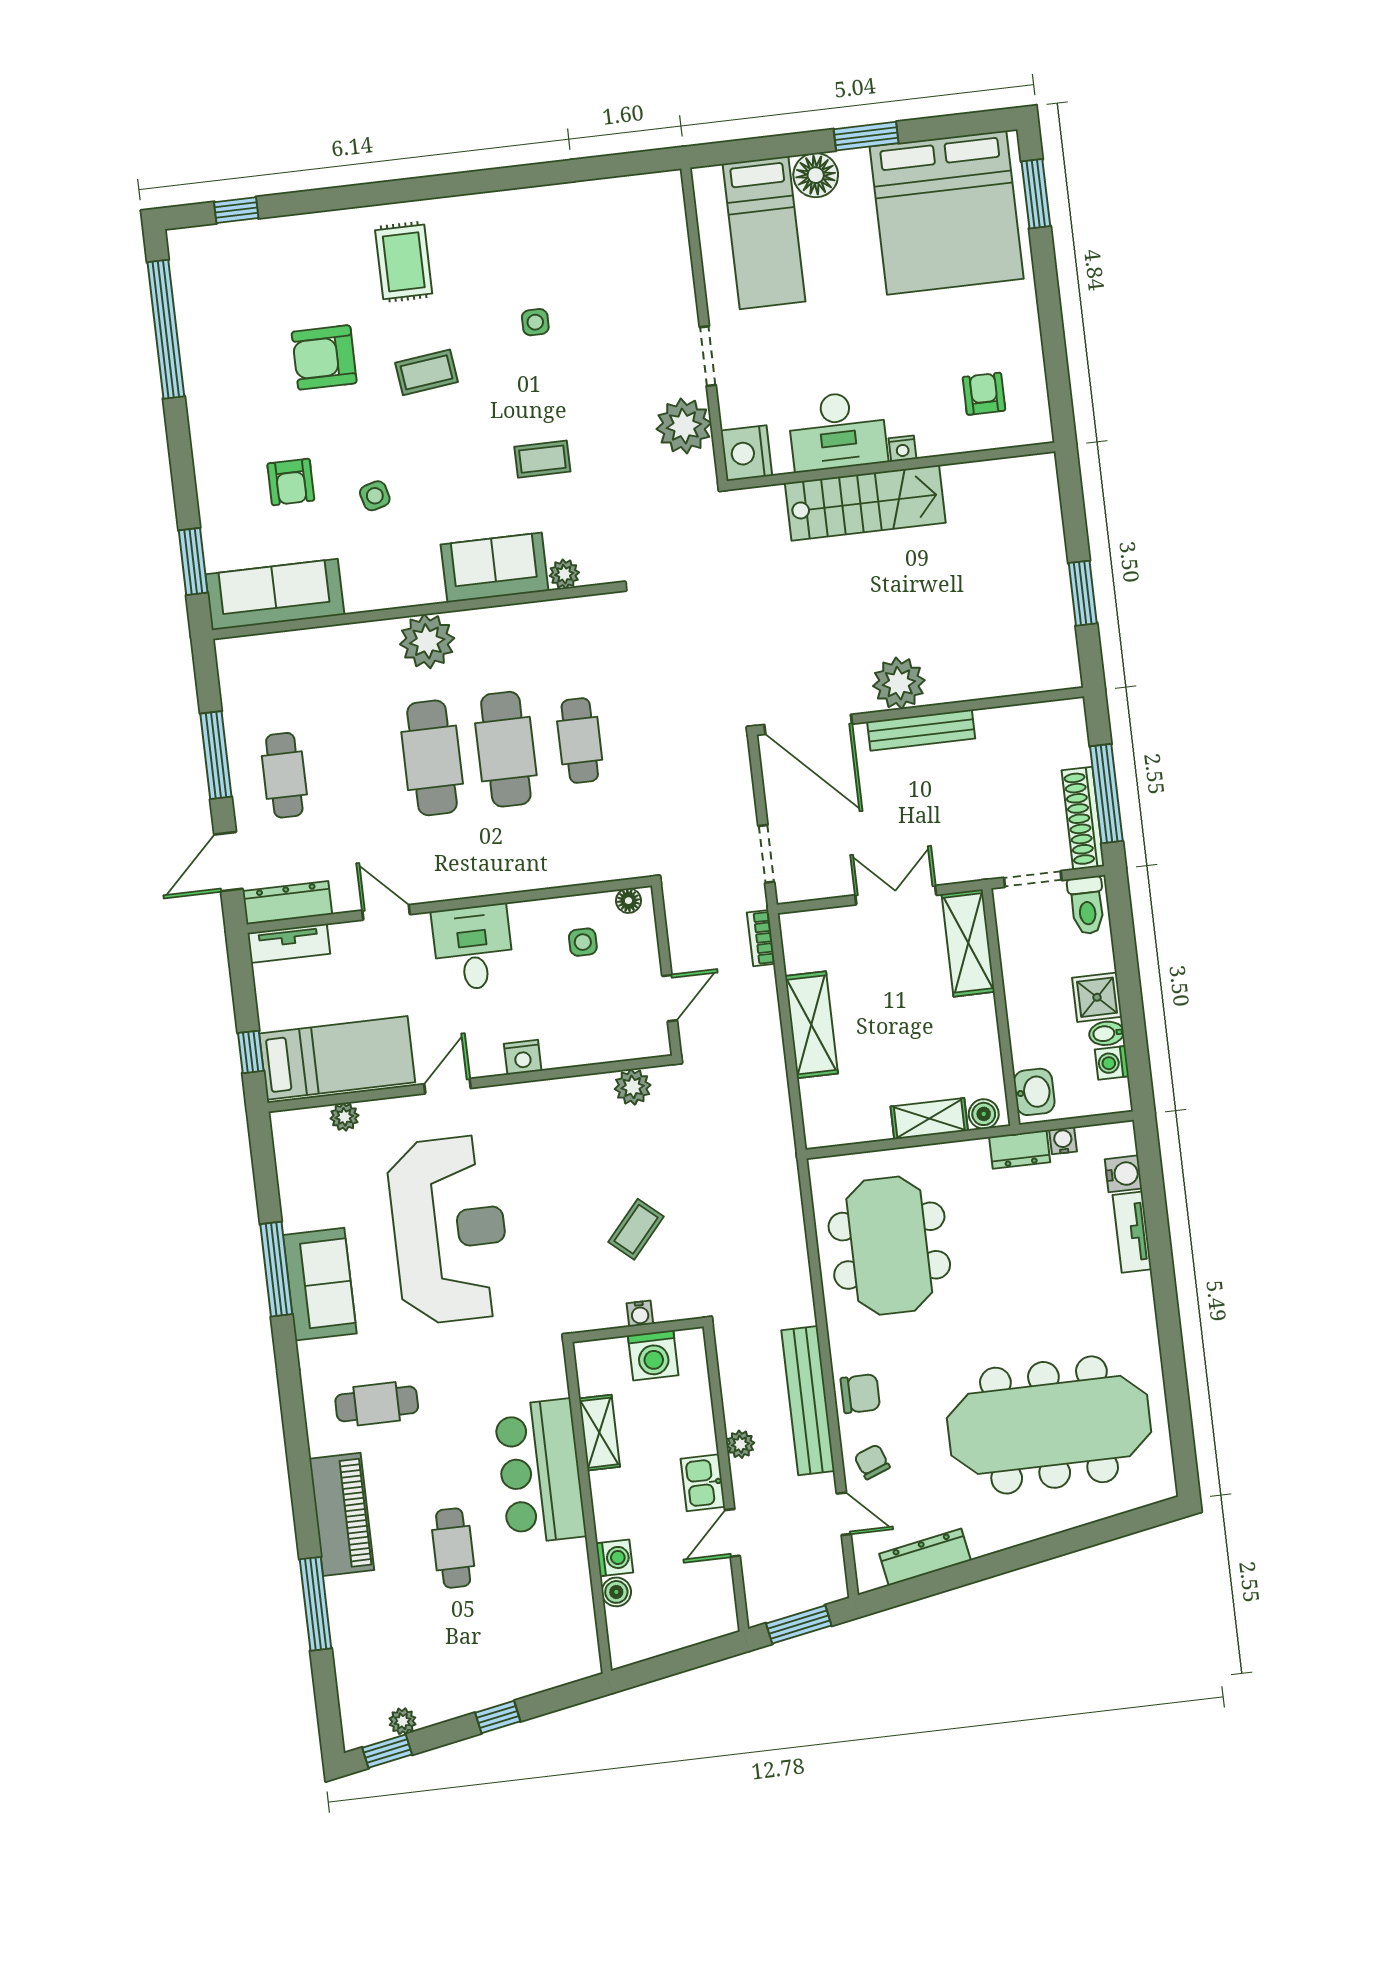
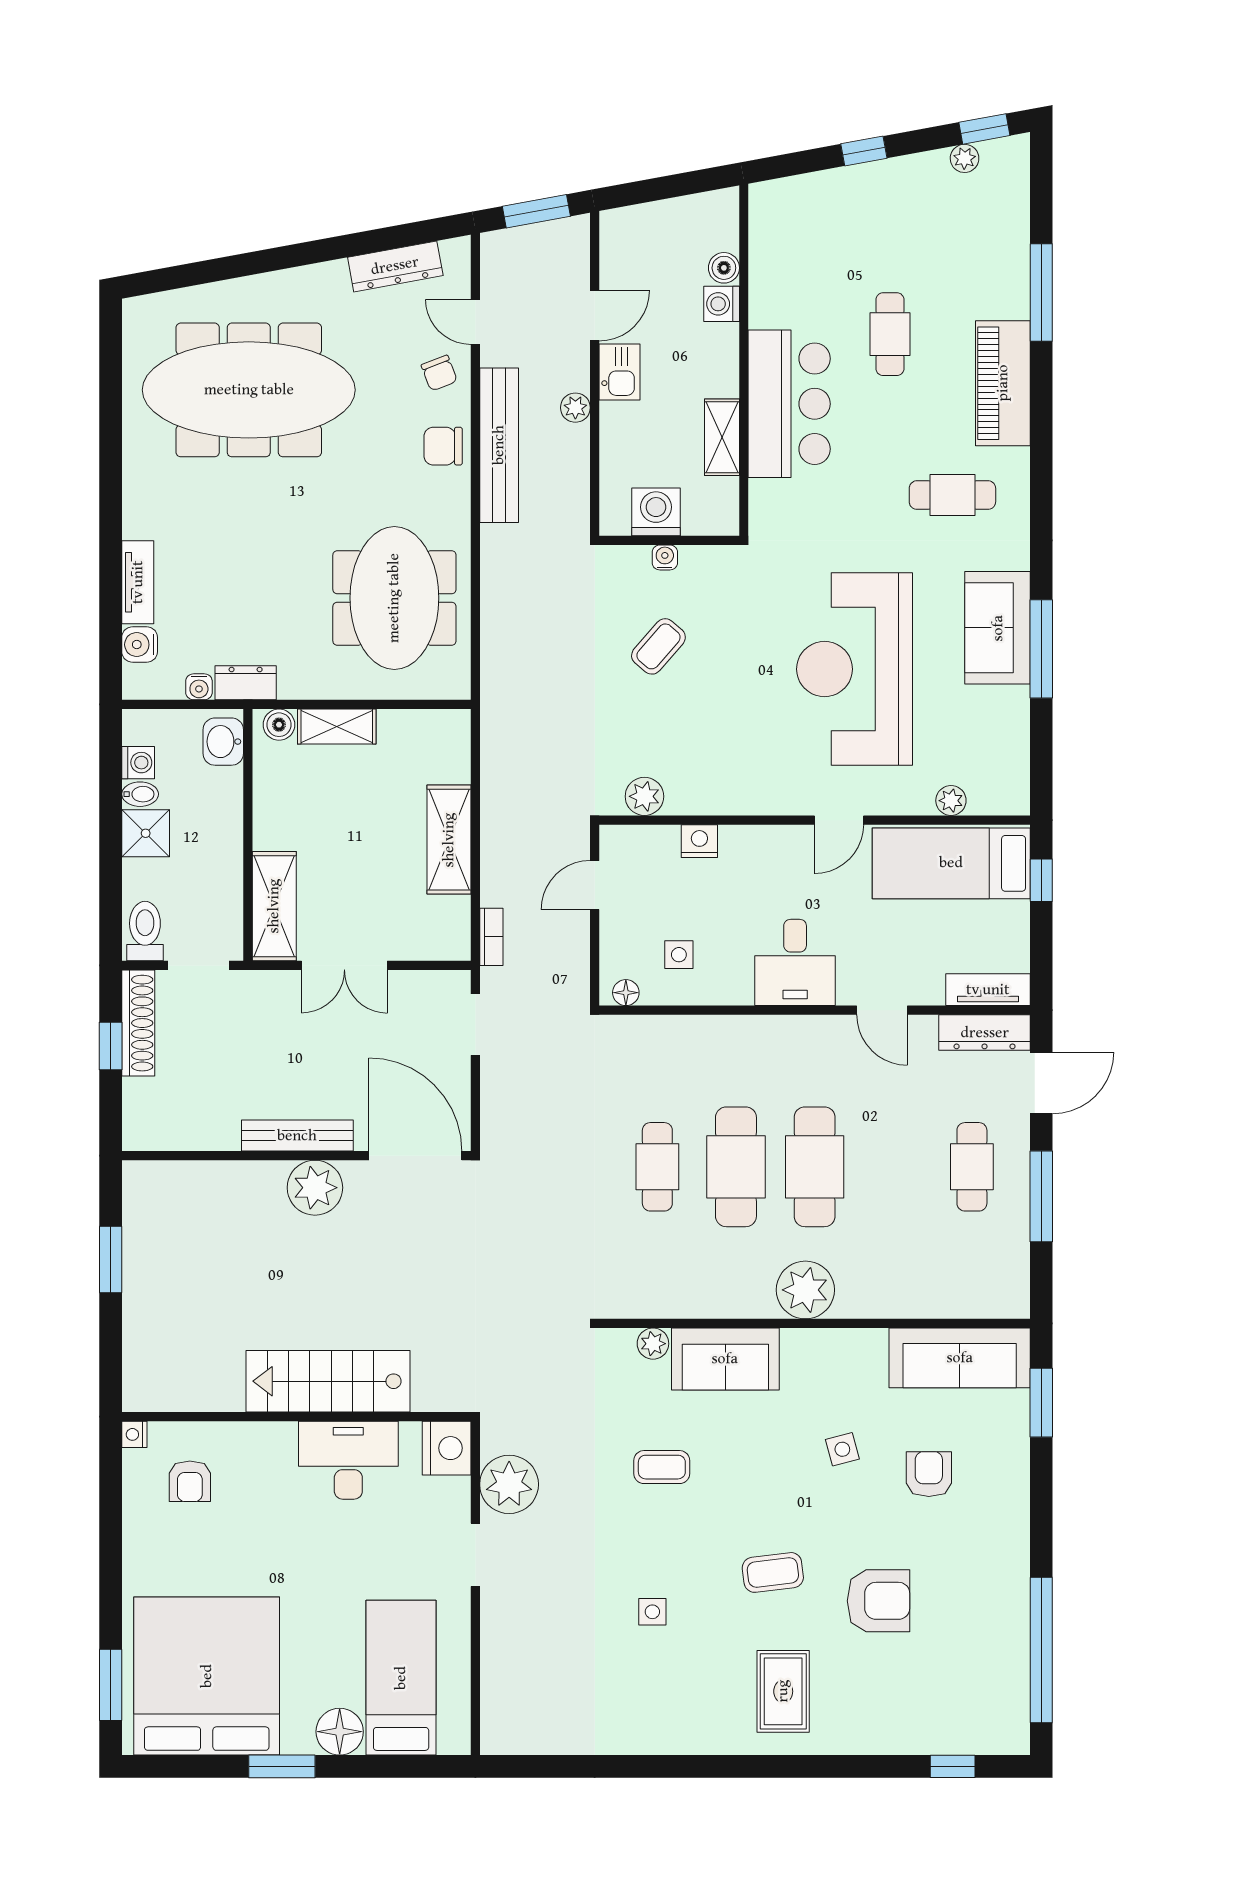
nightstand: (902, 449) -> (134, 1434), moved, turned -90
window: (1106, 794) -> (111, 1046), width x0.46
nightstand: (523, 1057) -> (699, 841), moved

